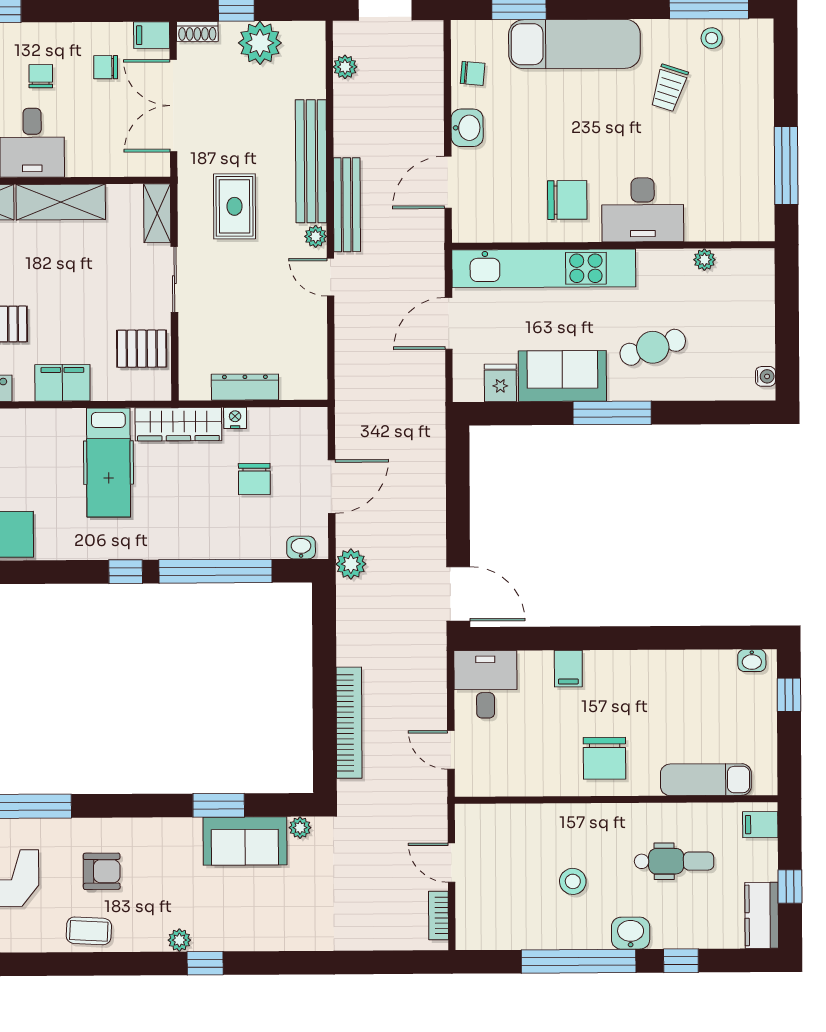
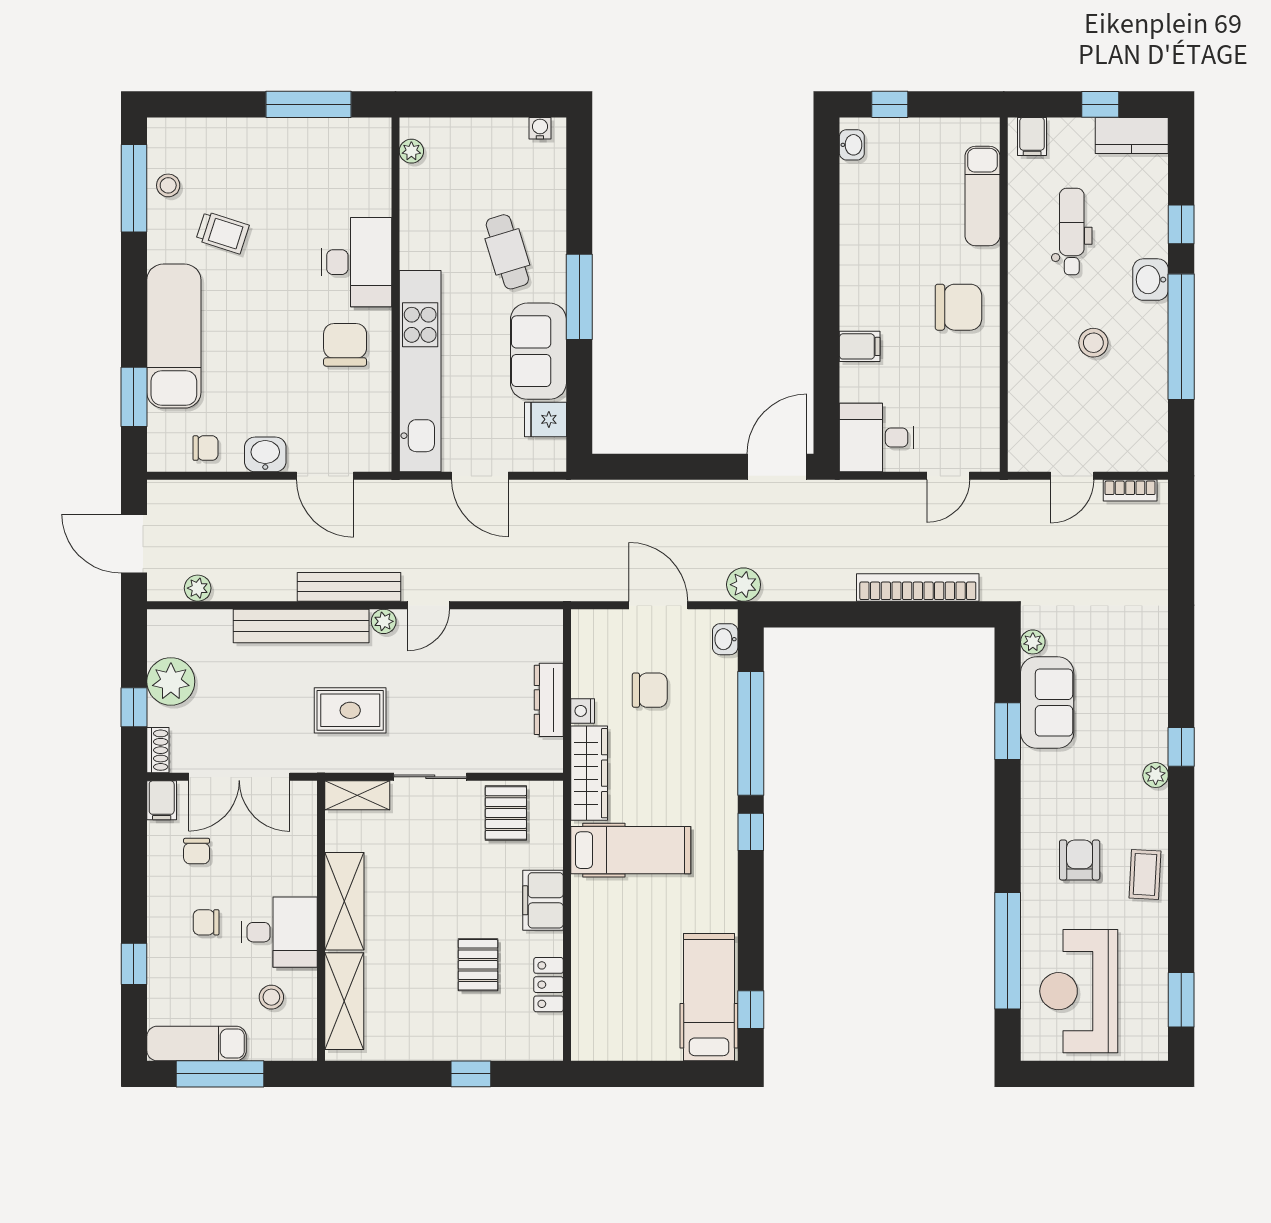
chair: (473, 73) -> (206, 448), turned 85
plant: (704, 260) -> (411, 151), moved

